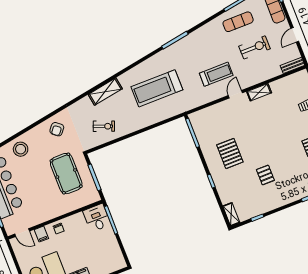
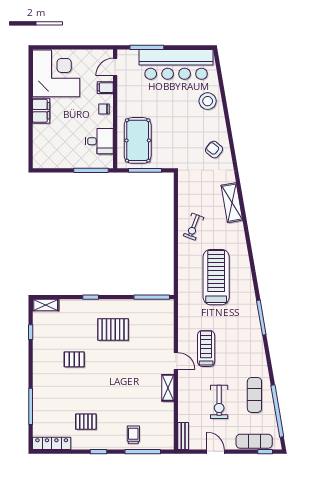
treadmill: (216, 74) -> (206, 348), turned 180
shelving: (105, 92) -> (232, 203), moved
exercise bike: (104, 126) -> (194, 227), moved
pool table: (66, 174) -> (138, 140), moved, turned 90
desk: (97, 218) -> (99, 141), moved

